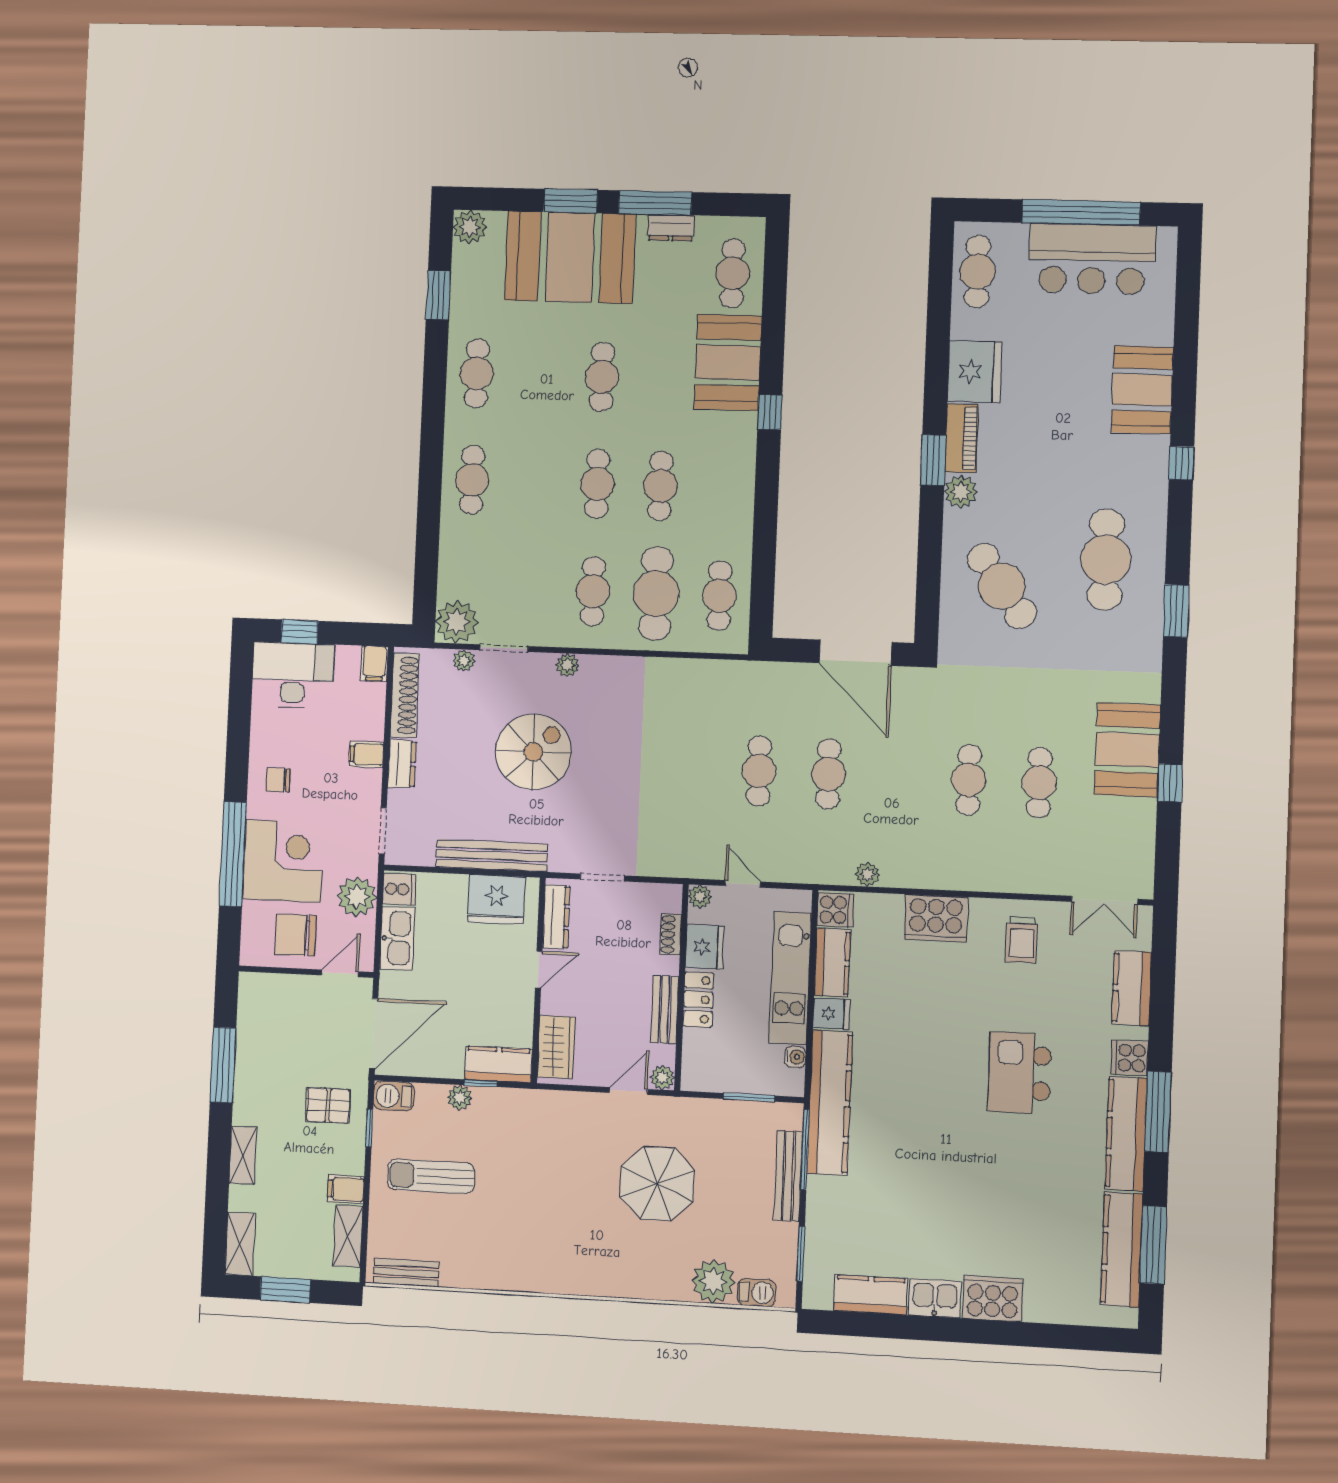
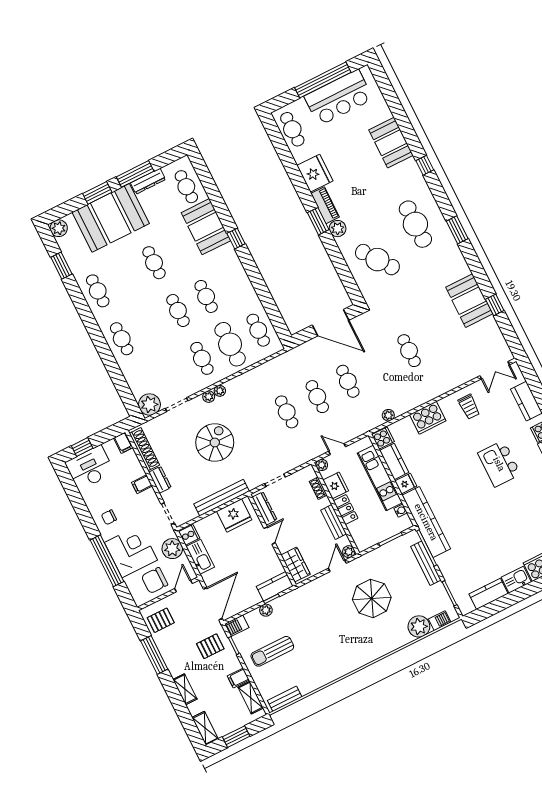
dresser: (671, 228) -> (148, 181), width x1.44
plant: (464, 661) -> (220, 391), moved
cafe table: (1039, 783) -> (287, 412), moved
pallet: (268, 1011) -> (161, 620), added

